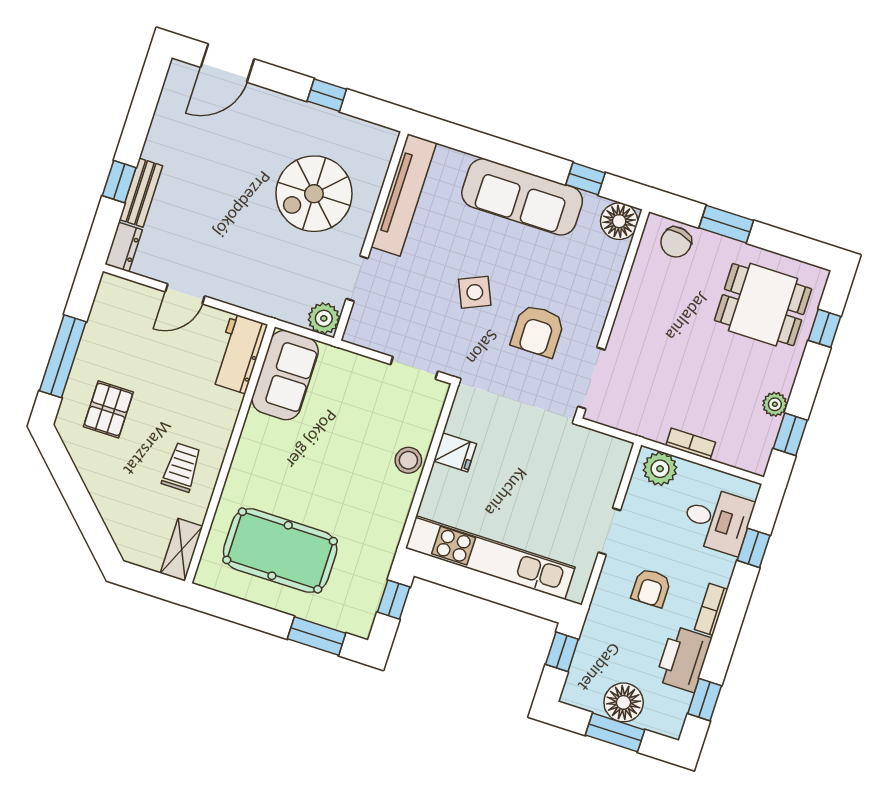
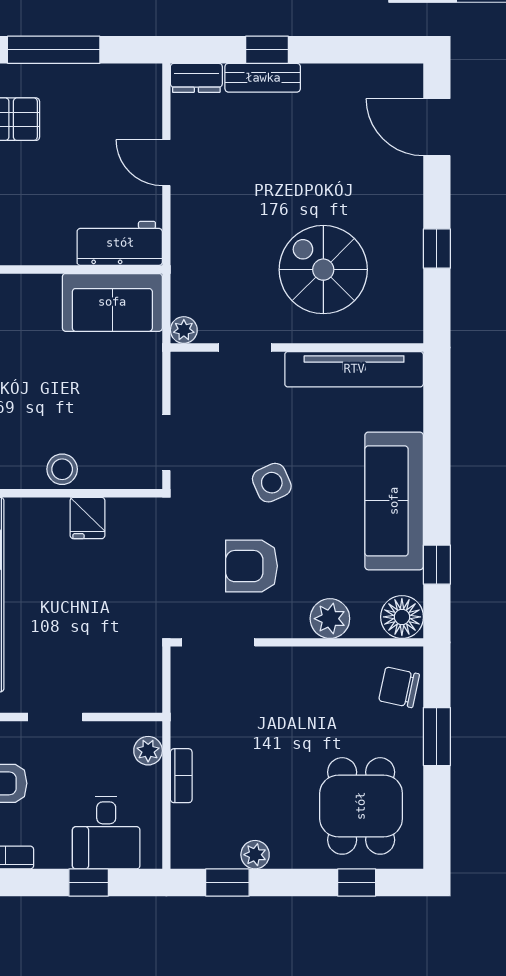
plant: (601, 281) -> (330, 619), added
plant: (324, 318) -> (184, 330), width x0.73, depth x0.73
plant: (660, 469) -> (148, 751), width x0.73, depth x0.73

